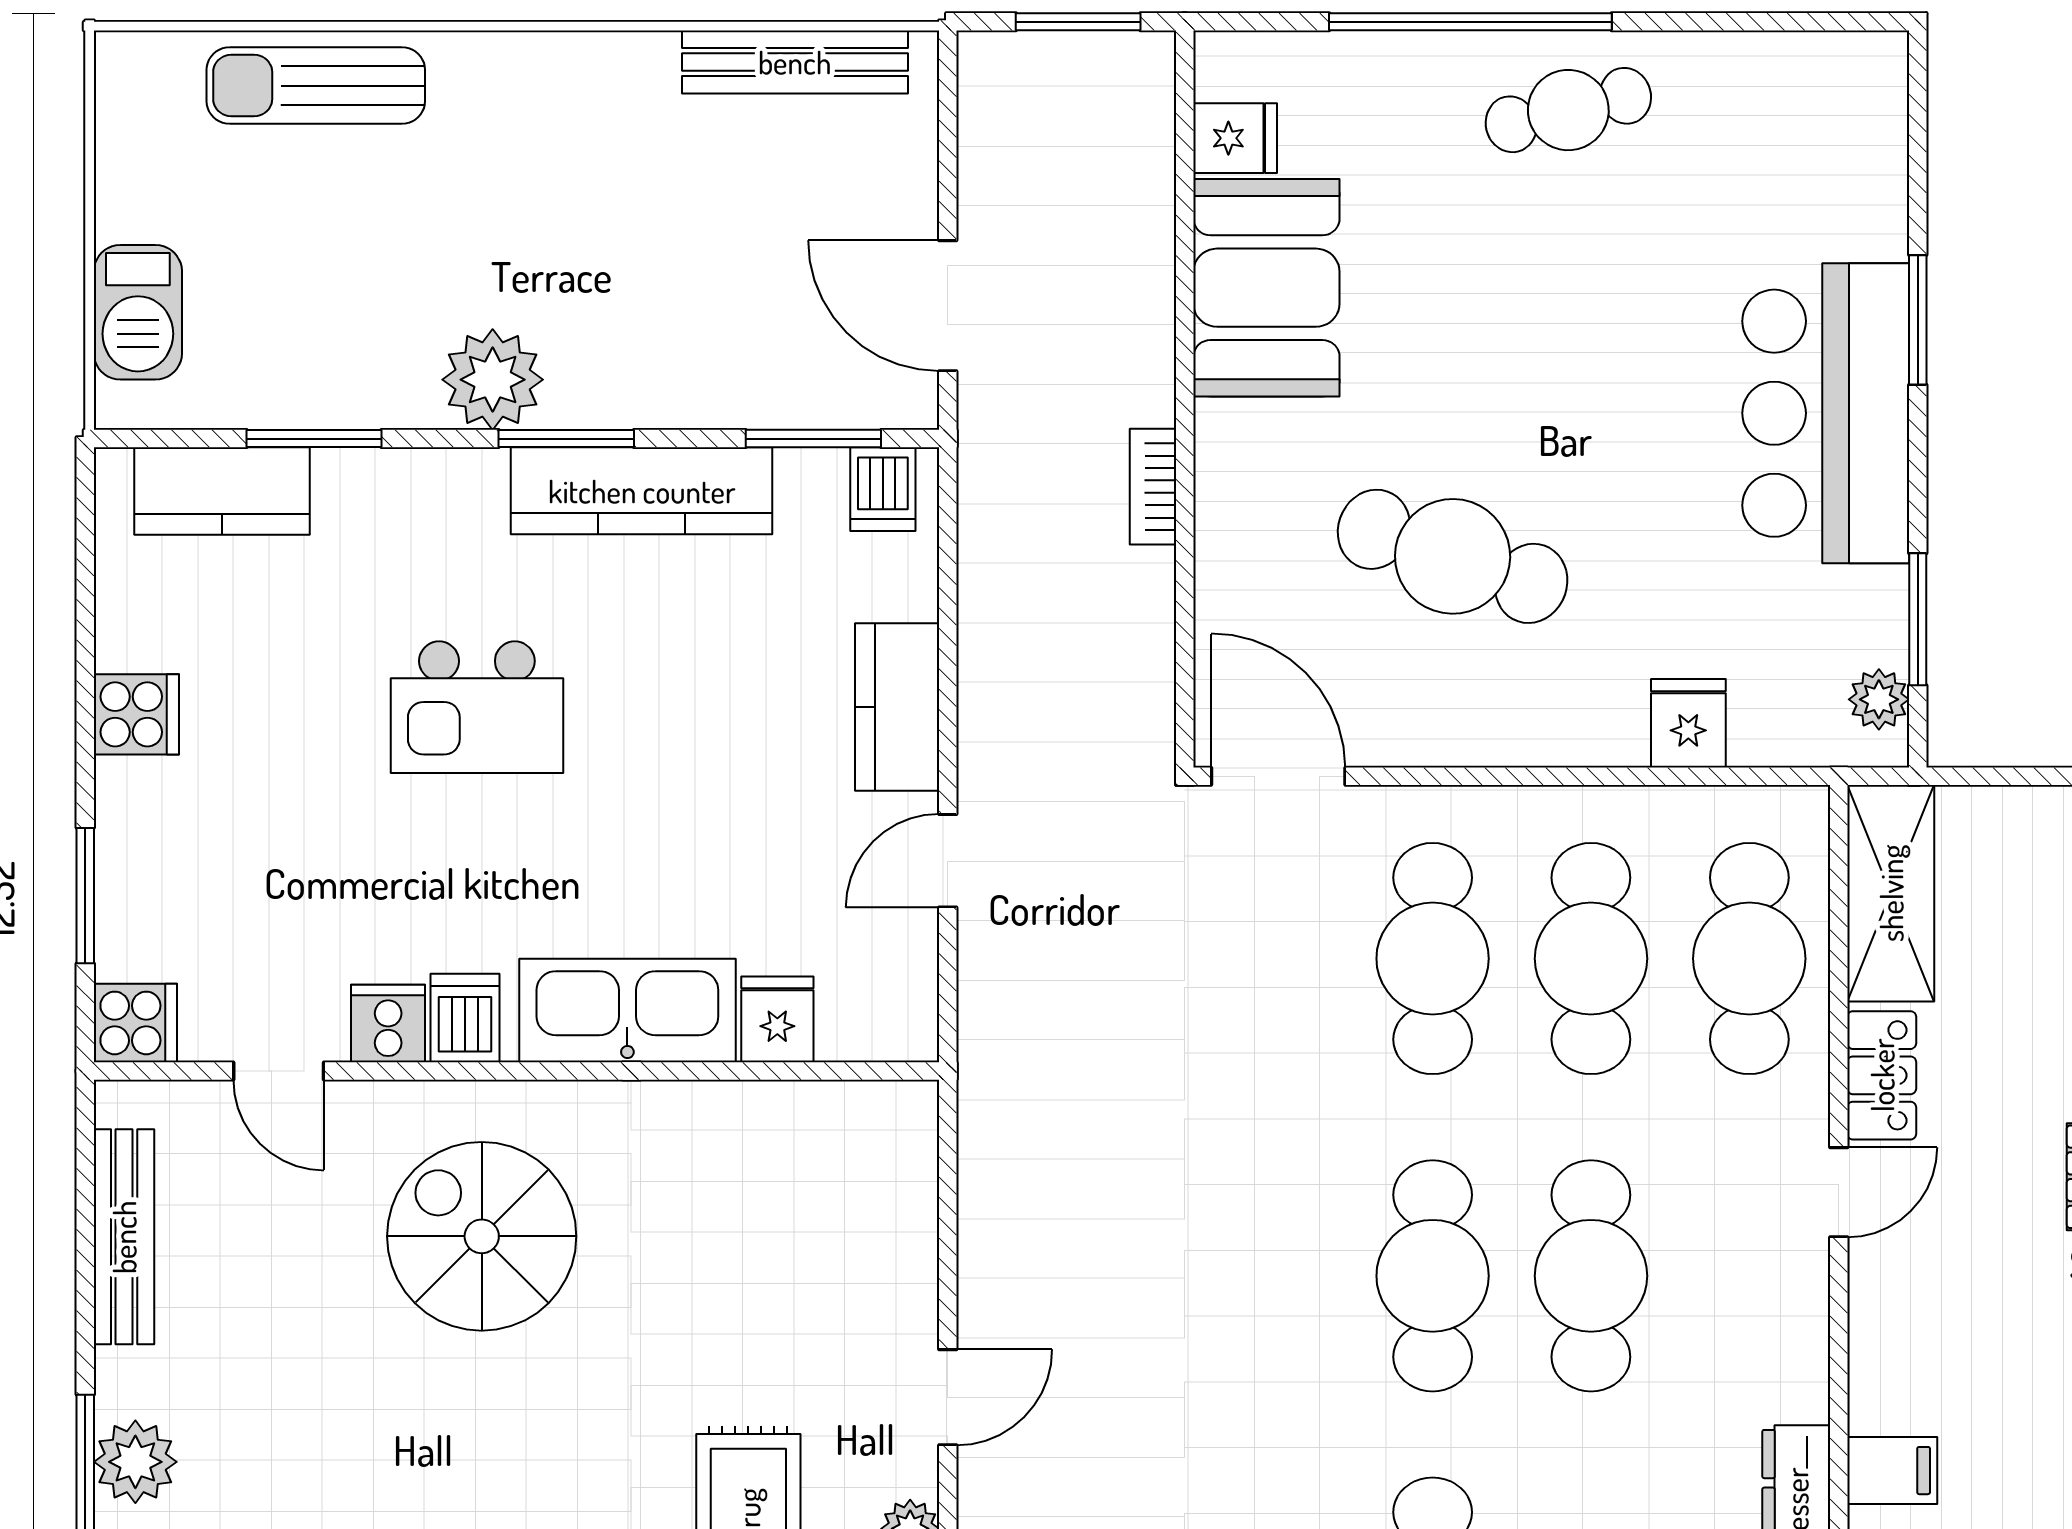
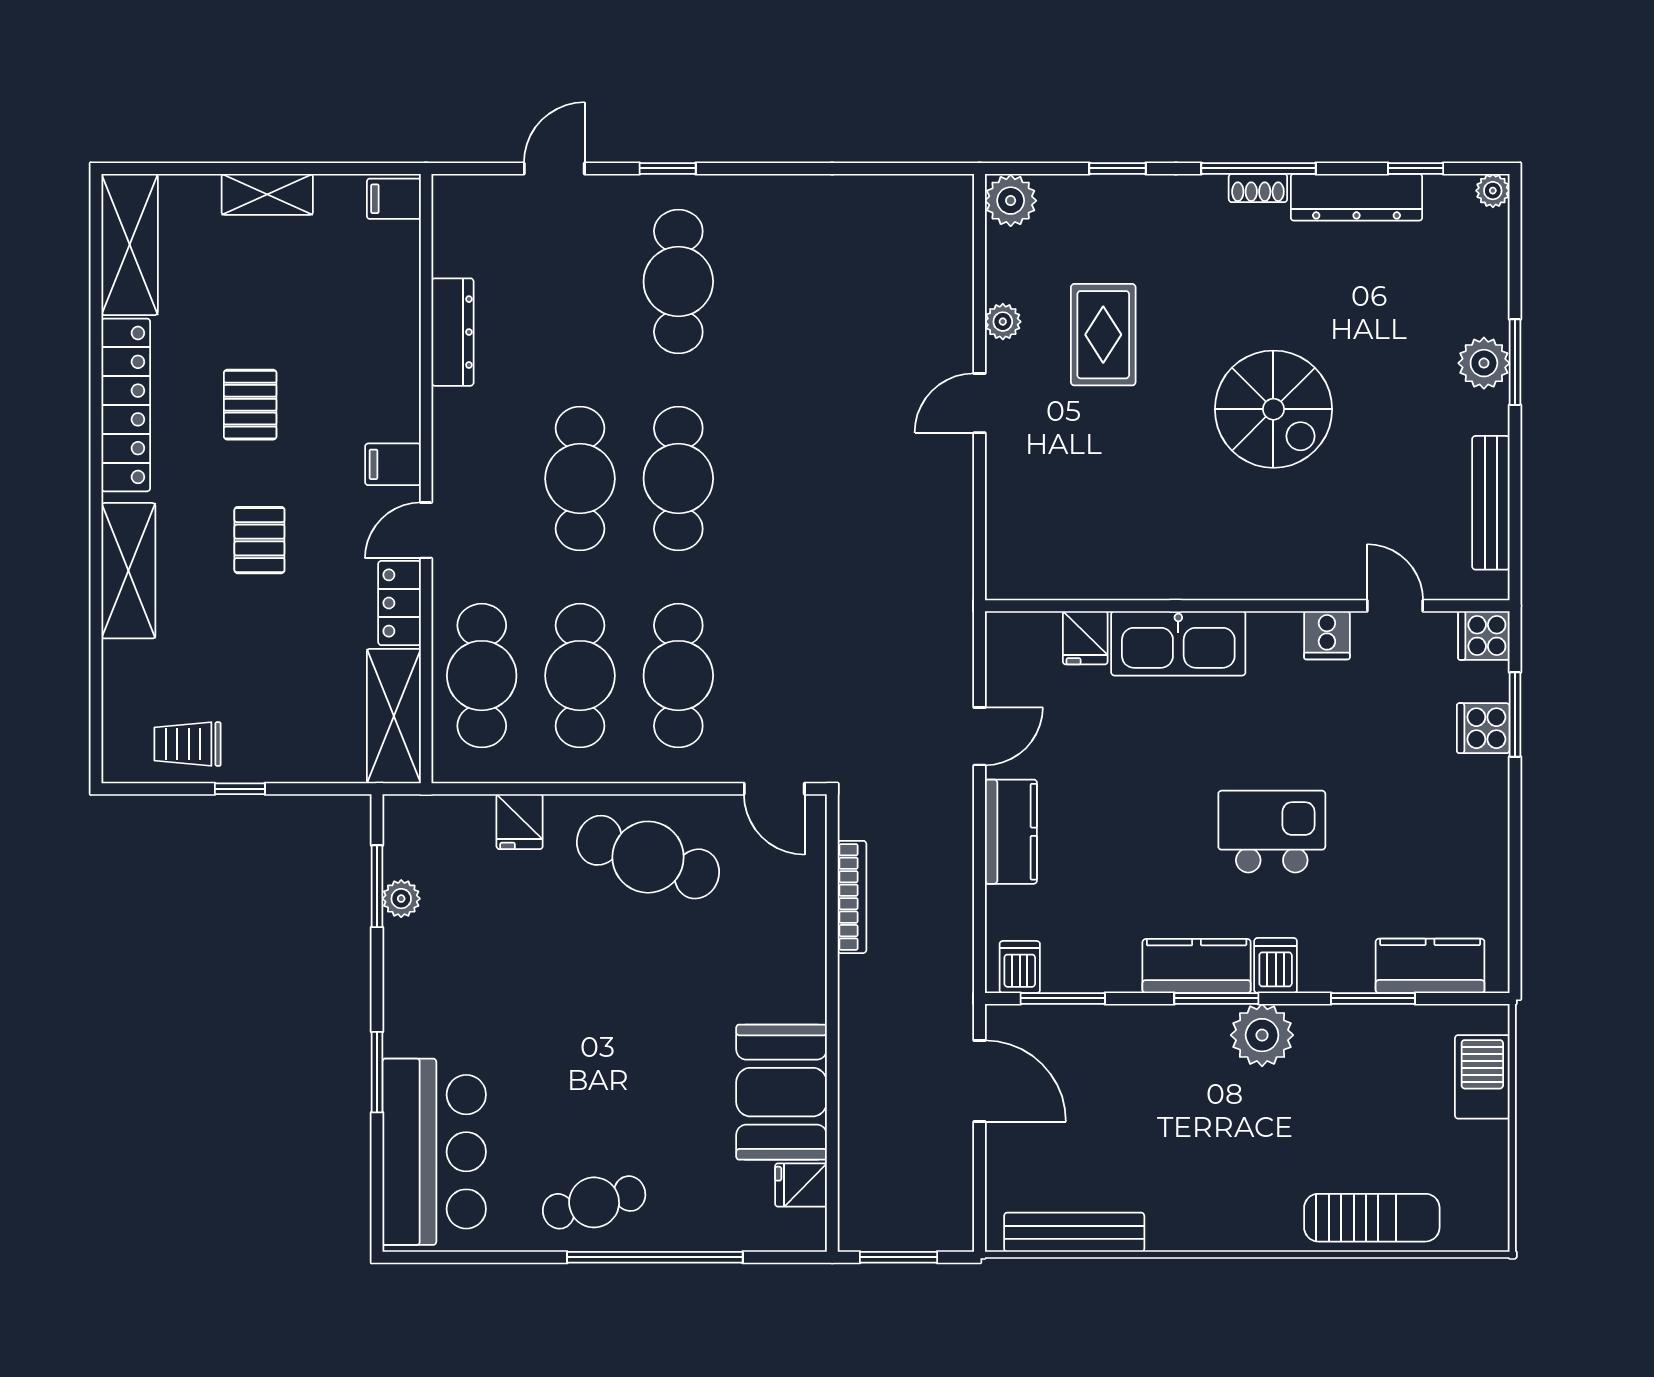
bar counter: (1826, 413) -> (434, 1152), moved
bookcase: (1153, 487) -> (852, 897), moved, width x1.56
kitchen counter: (642, 491) -> (1197, 966), width x0.67
cafe table: (1453, 556) -> (648, 857), moved
plant: (1879, 699) -> (401, 899), moved
cooker: (136, 714) -> (1483, 728), moved
door: (1278, 776) -> (774, 789), width x0.73
dishwasher: (465, 1018) -> (1276, 966), moved, turned 180
spiral stairs: (482, 1236) -> (1273, 409), moved
filing cabinet: (1892, 1471) -> (393, 464), moved

